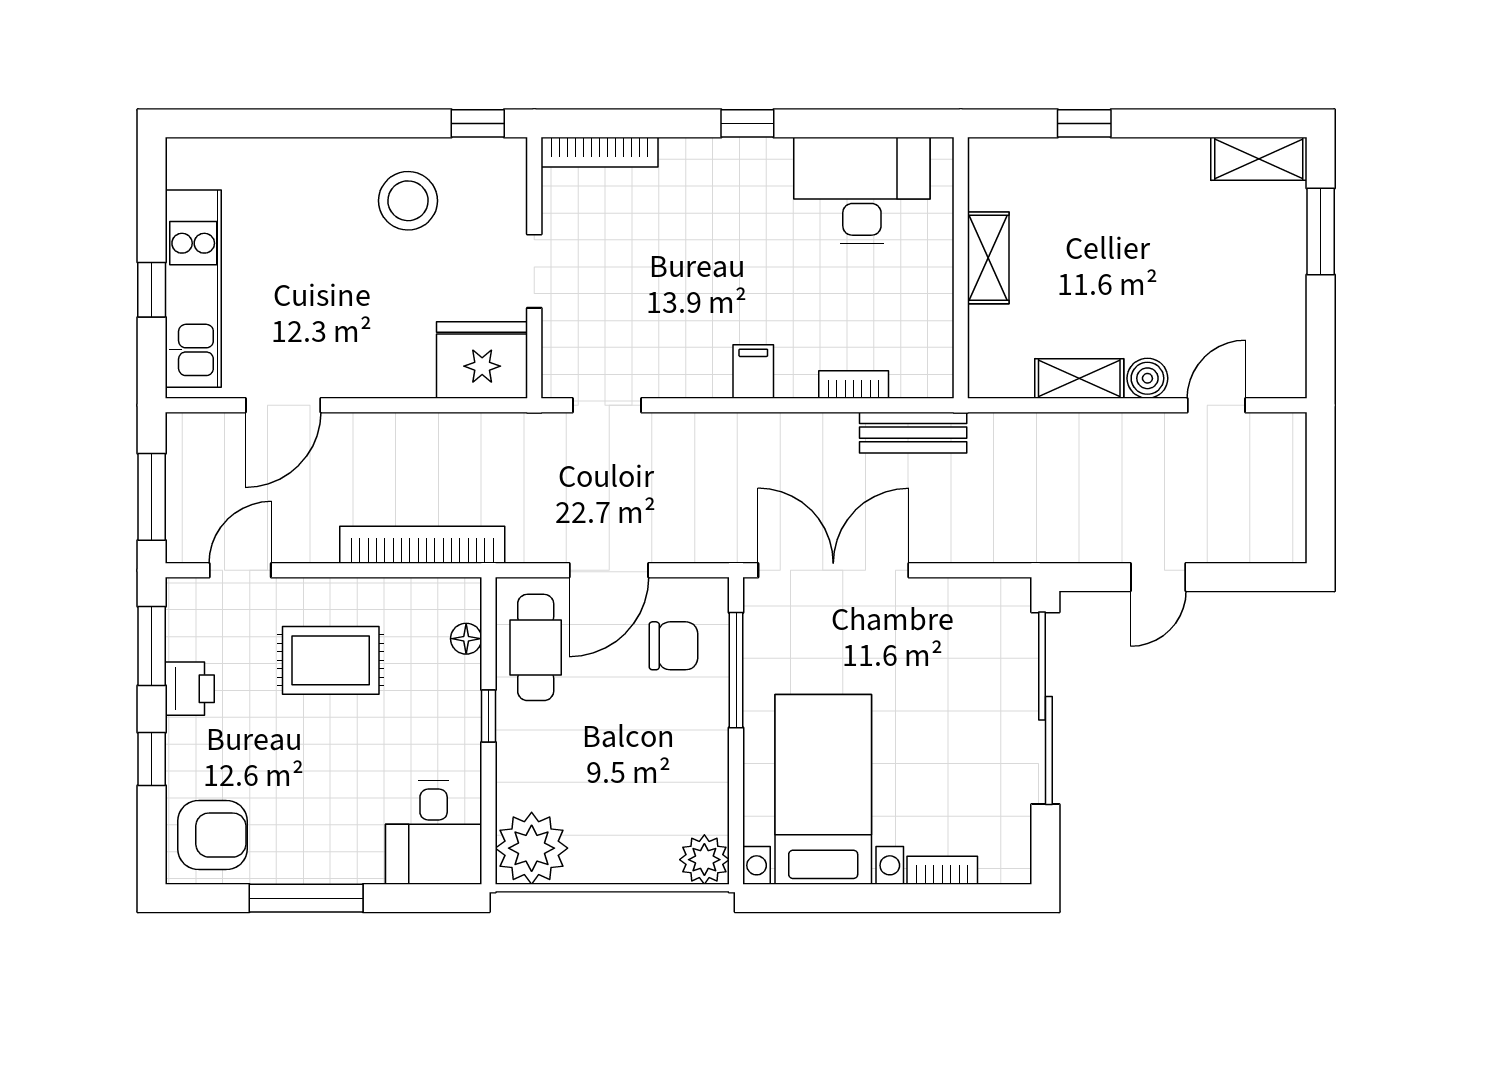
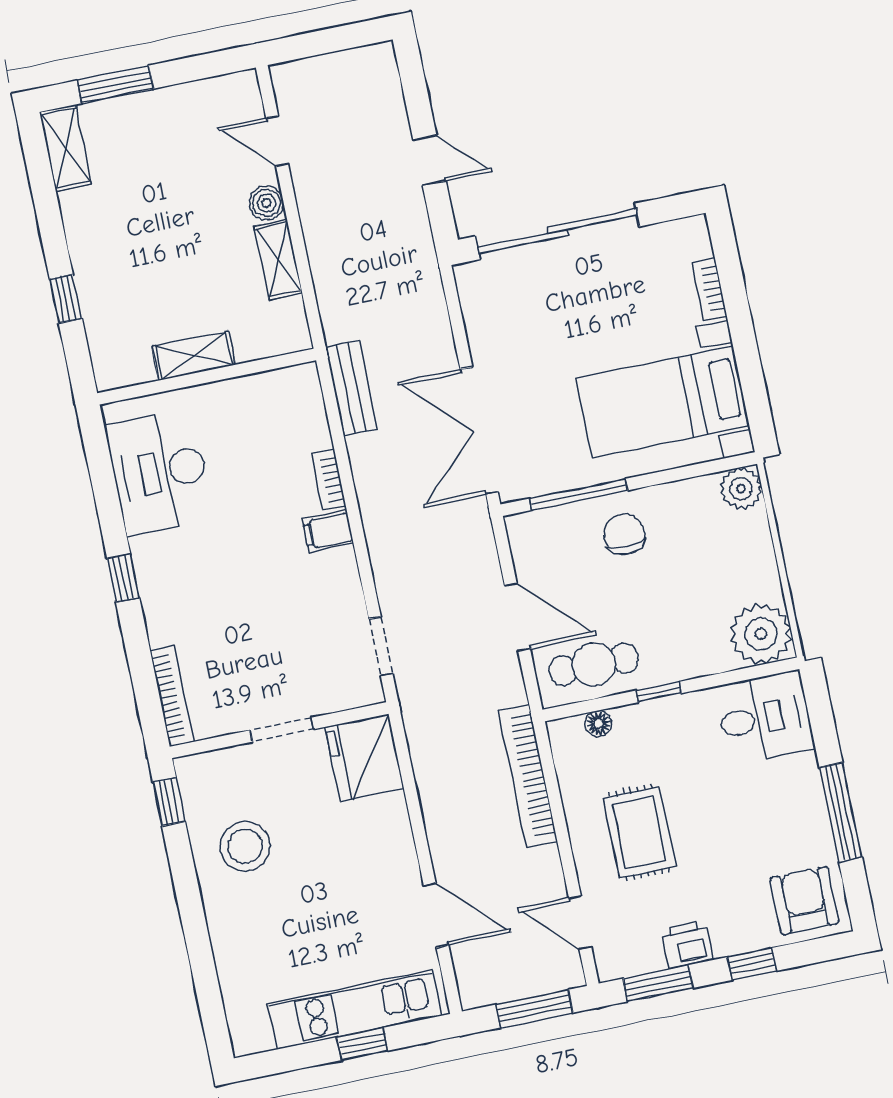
bookcase: (854, 385) -> (329, 480), moved
chair: (673, 646) -> (624, 534), moved

